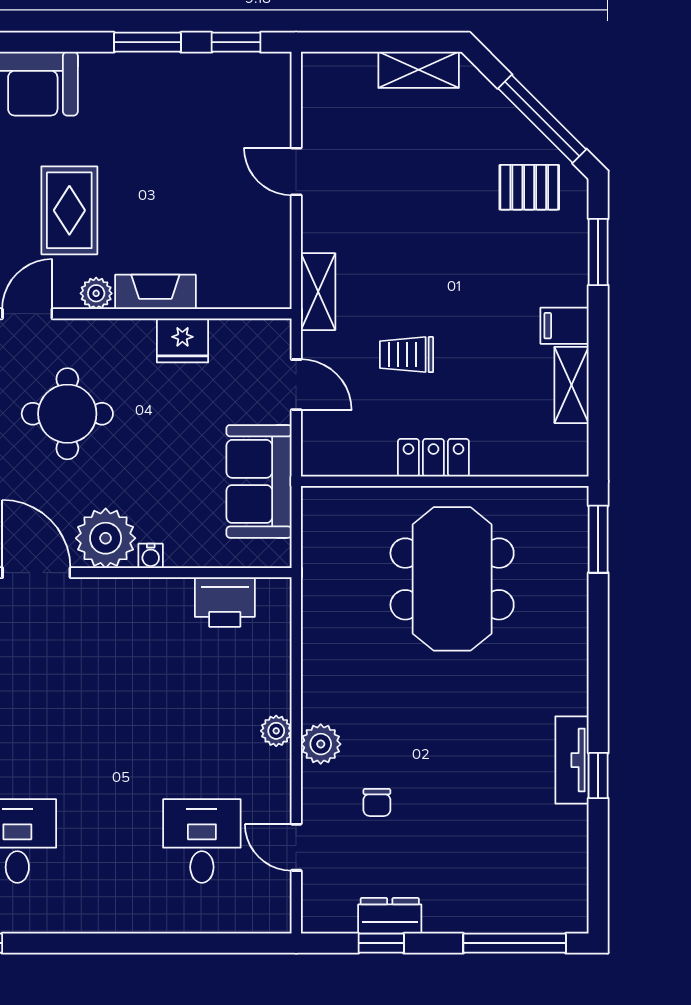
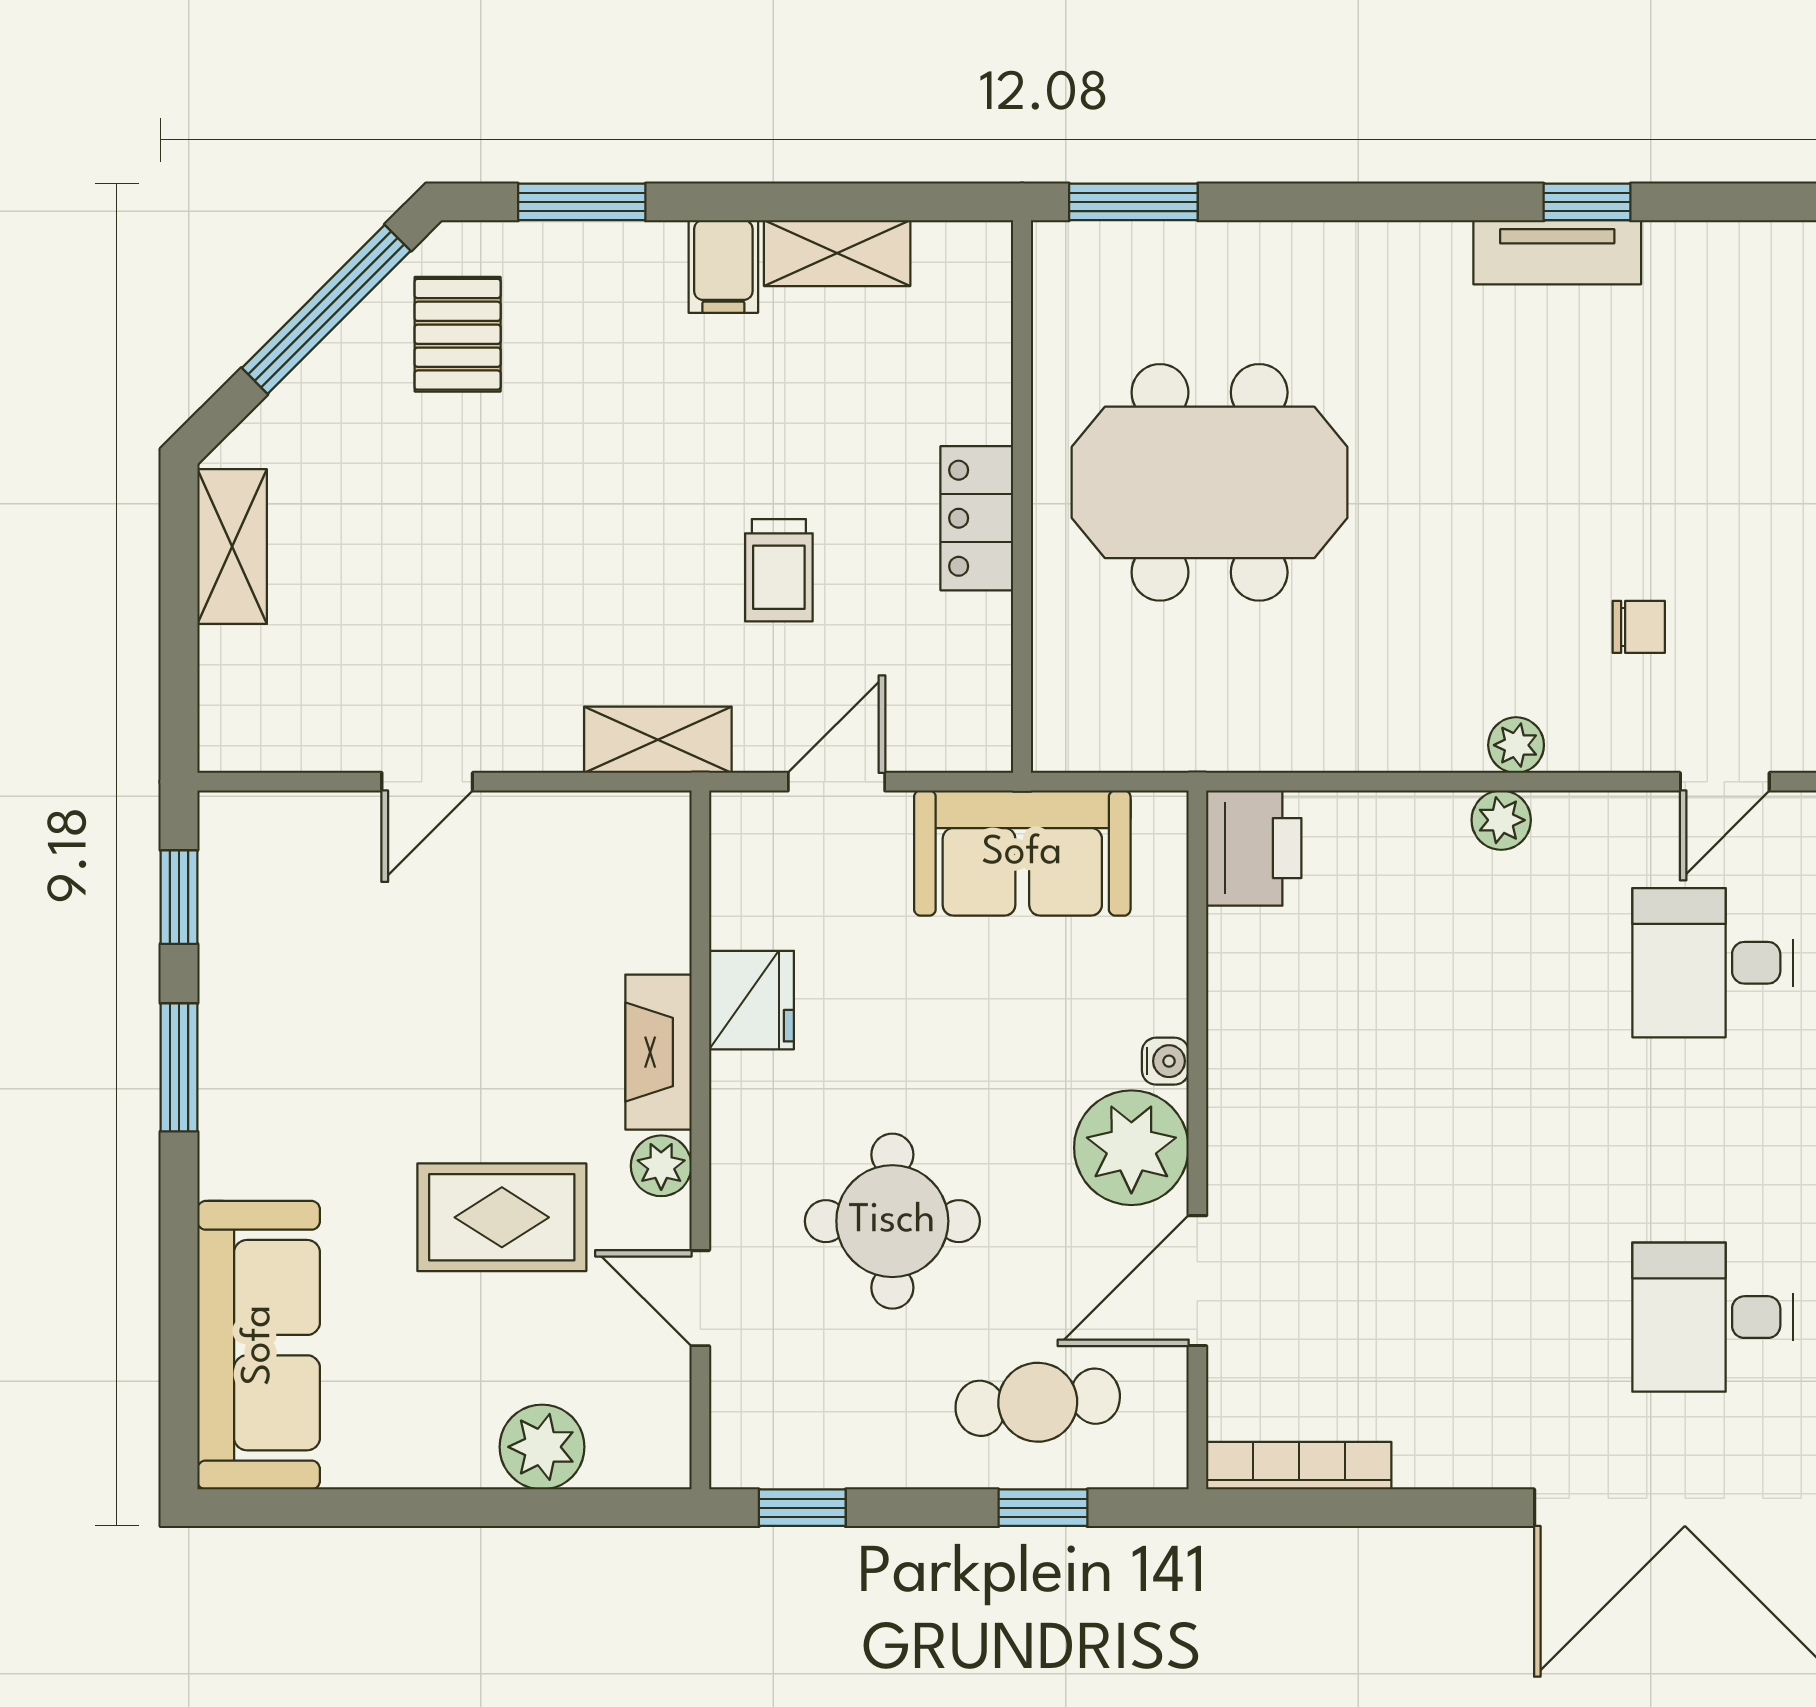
printer: (225, 602) -> (1254, 848), moved
plant: (321, 744) -> (1516, 745), width x0.73, depth x0.73

